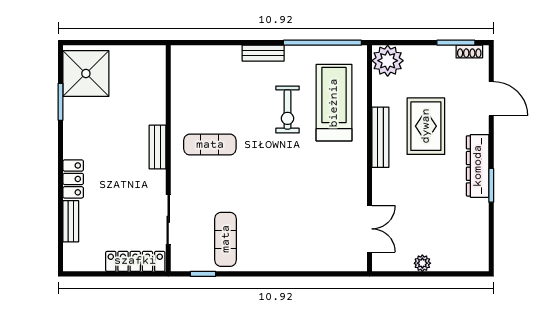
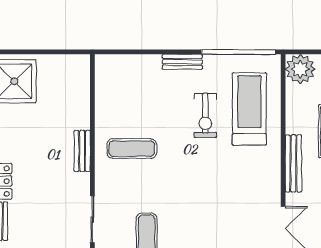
bench: (380, 137) -> (293, 163), moved

